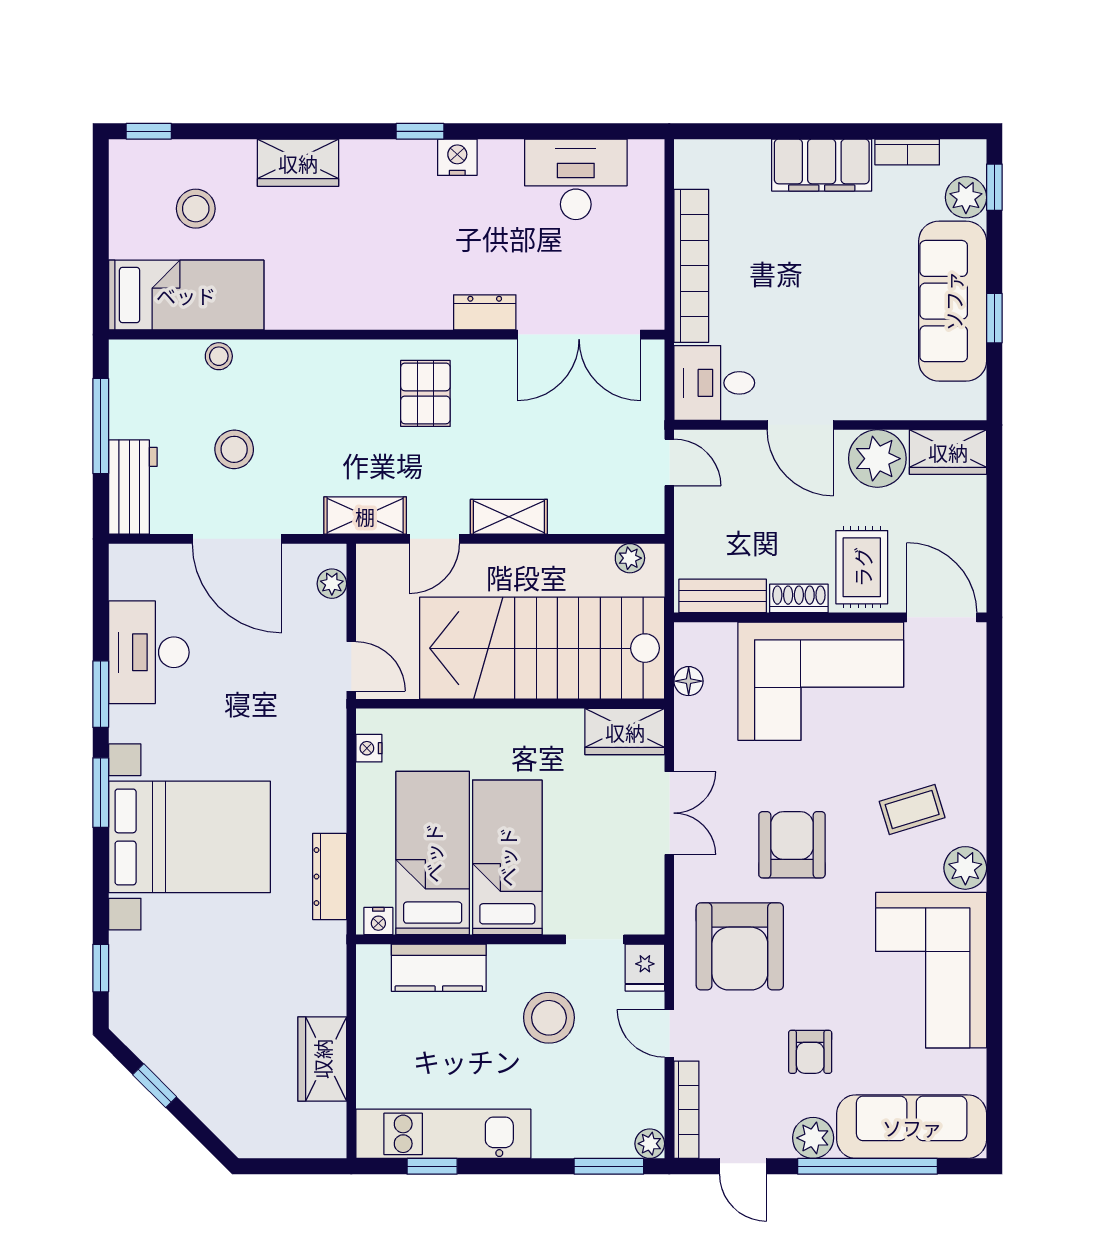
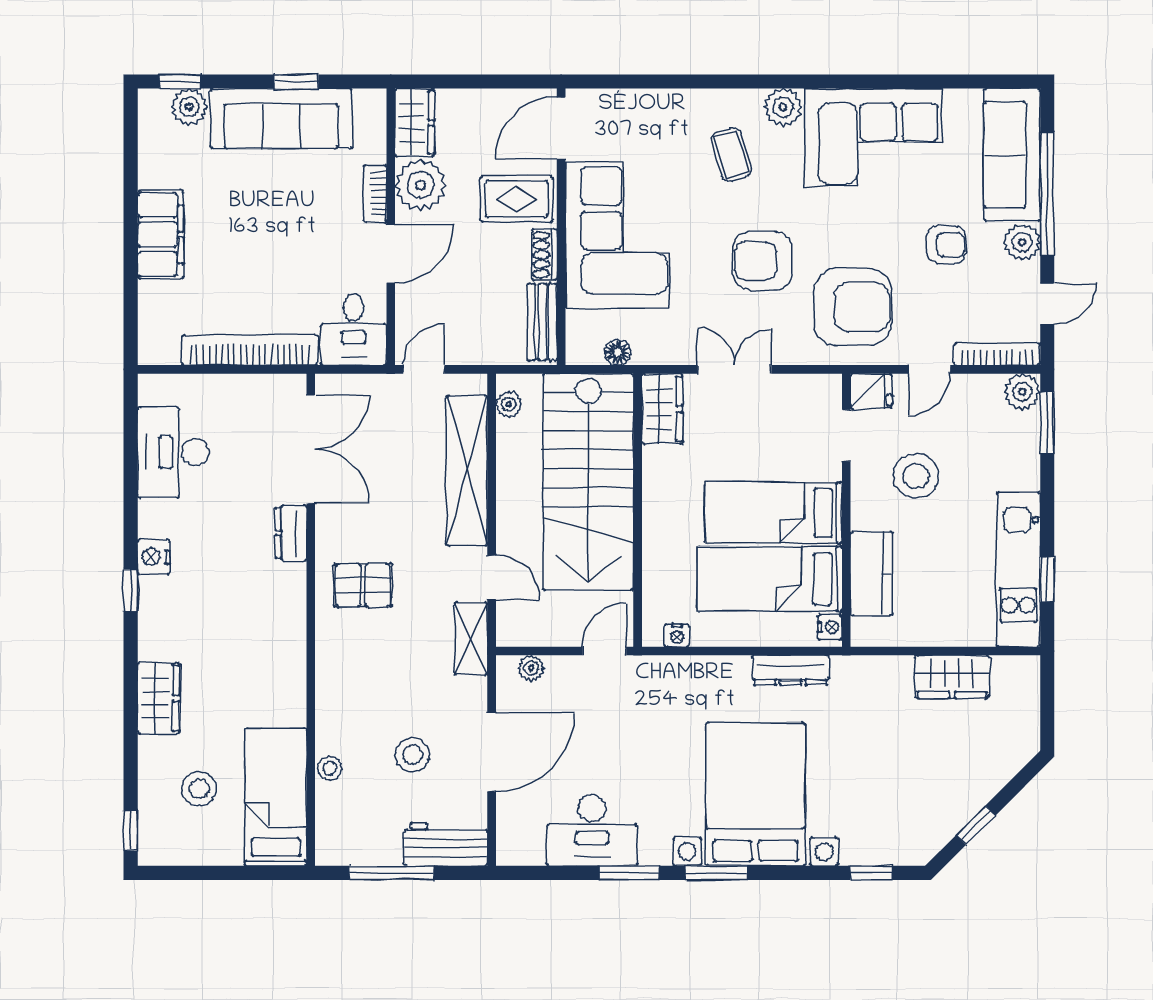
bookcase: (907, 152) -> (375, 194), moved, turned 180
shelving: (509, 517) -> (467, 470), width x2.20, depth x1.33
plant: (650, 1144) -> (1022, 392), width x1.38, depth x1.38

